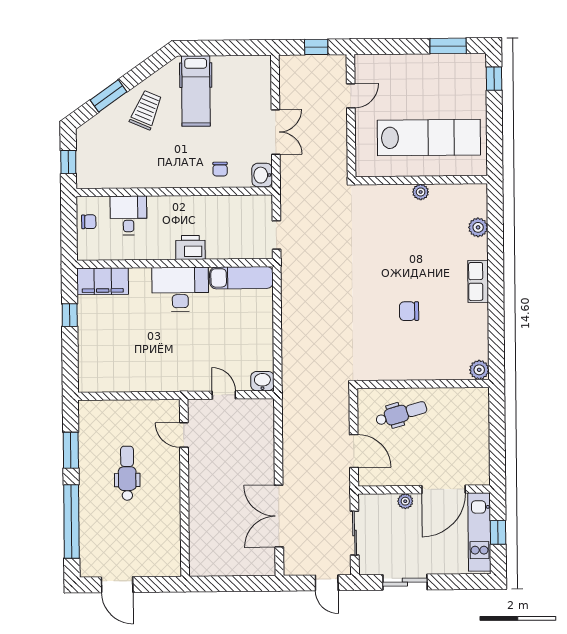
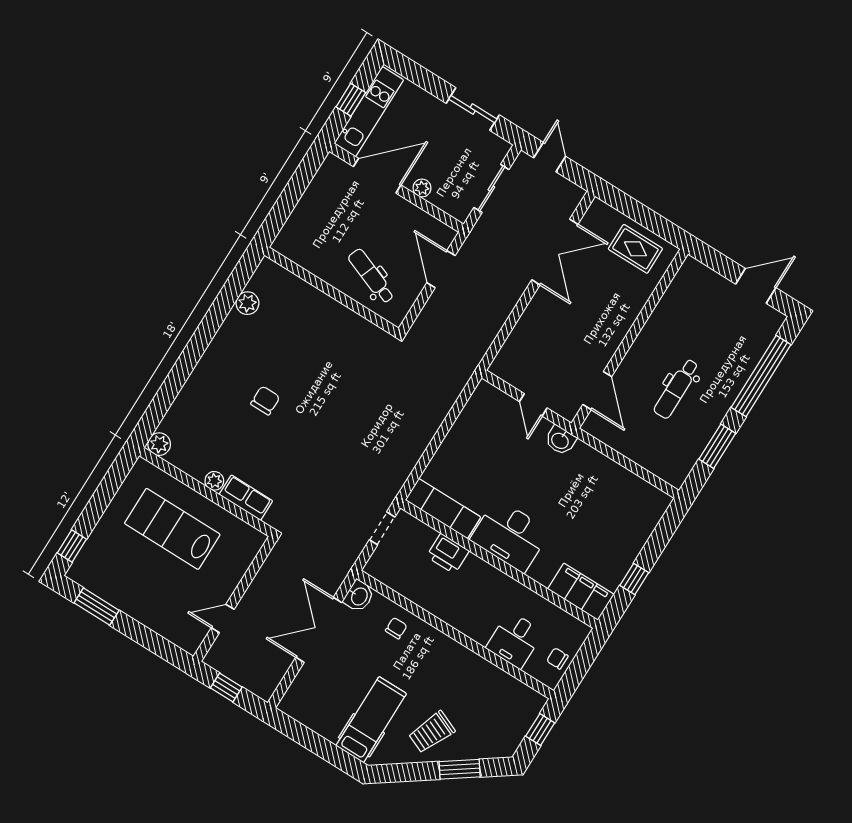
double door: (276, 132) -> (319, 630), width x1.37
lab bench: (429, 138) -> (172, 529), width x0.73
plant: (478, 227) -> (159, 444), moved
printer: (190, 247) -> (448, 554), moved
row of seats: (478, 281) -> (246, 498), moved, turned -90
chair: (409, 311) -> (265, 400), moved, turned -90
plant: (479, 370) -> (247, 303), moved
washbasin: (262, 381) -> (560, 440), moved
dental chair: (401, 414) -> (371, 276), turned 37
door: (184, 435) -> (597, 391), width x1.38
rug: (222, 556) -> (635, 249), added
door: (117, 585) -> (756, 286), hinge flipped

